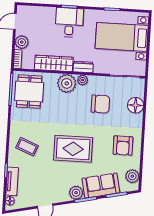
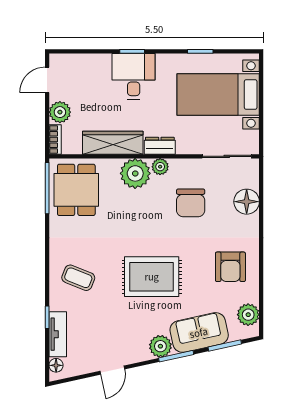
chair: (100, 104) -> (191, 203), turned 90

